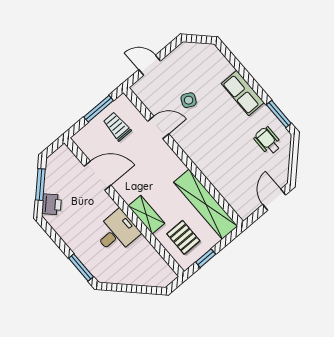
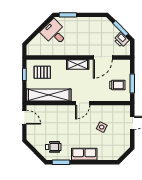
door: (158, 127) -> (83, 103), moved
door: (274, 200) -> (24, 117), moved
printer: (52, 204) -> (121, 40), moved
shelving: (146, 215) -> (78, 64), moved
desk: (117, 232) -> (54, 33), moved, turned 135

